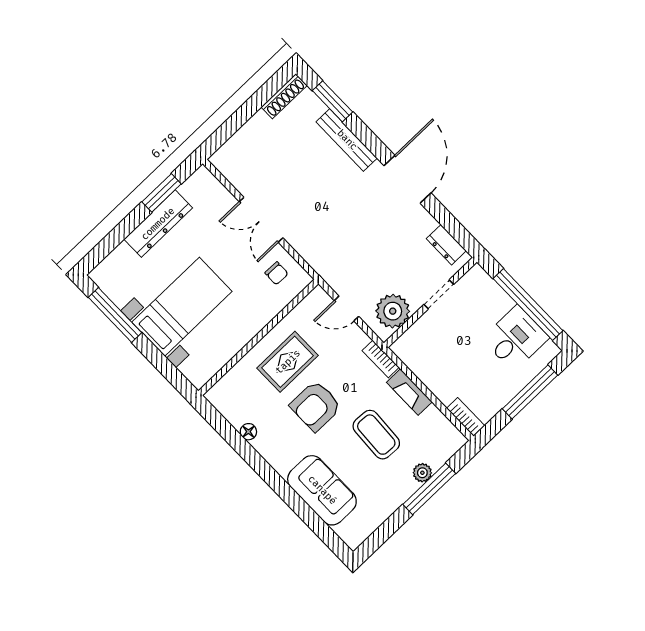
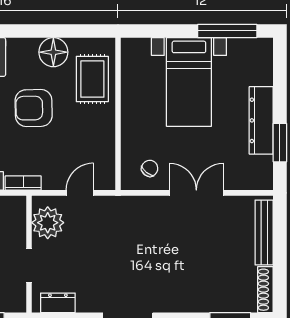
bench: (347, 140) -> (264, 233), moved, turned 90
chair: (277, 273) -> (150, 168), turned 128
rug: (288, 362) -> (92, 79), moved
armchair: (316, 406) -> (34, 108), turned -91
floor lamp: (248, 432) -> (53, 52), width x1.89, depth x1.89

